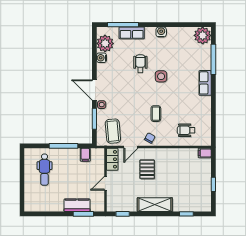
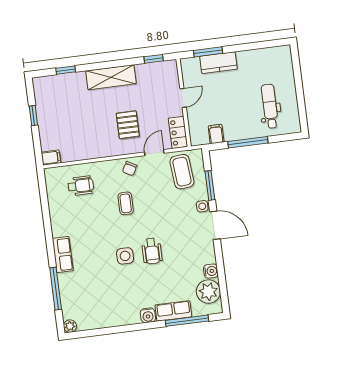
water cooler: (161, 32) -> (148, 315), moved
plant: (203, 35) -> (70, 326), width x0.53, depth x0.53
wheelchair: (140, 64) -> (152, 251), moved

